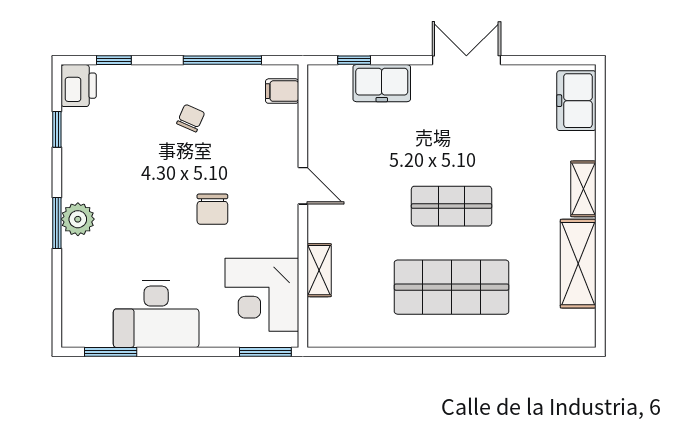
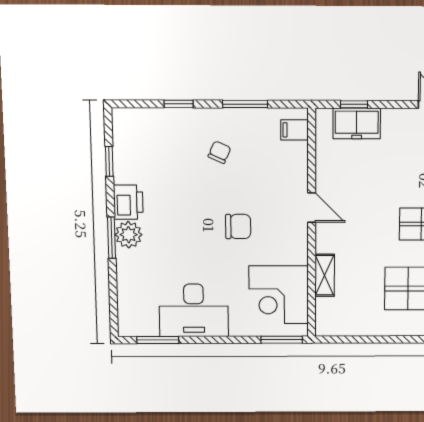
window: (114, 60) -> (179, 104), moved
window: (222, 60) -> (245, 104), width x0.69
freezer: (382, 83) -> (357, 123), moved
printer: (79, 86) -> (128, 202), moved
chair: (212, 209) -> (238, 227), turned -90

